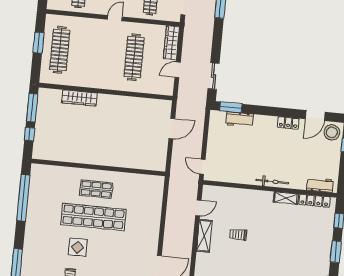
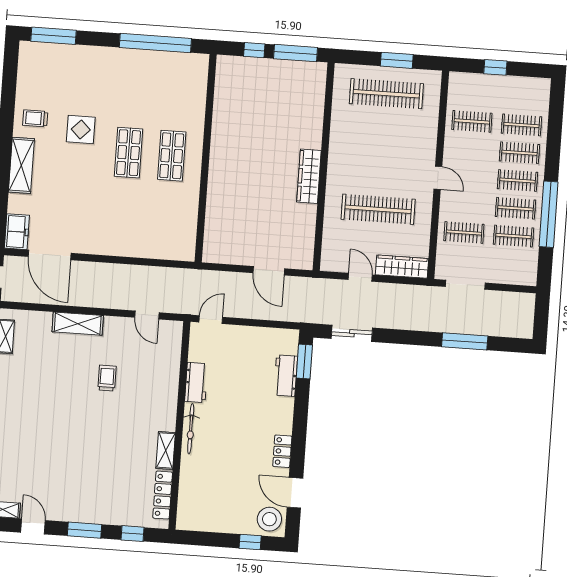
wardrobe: (79, 98) -> (309, 176), moved
workbench: (320, 185) -> (196, 383), moved
shop shelf: (93, 217) -> (129, 153), width x0.50, depth x0.74
shelving: (204, 236) -> (78, 324), moved

